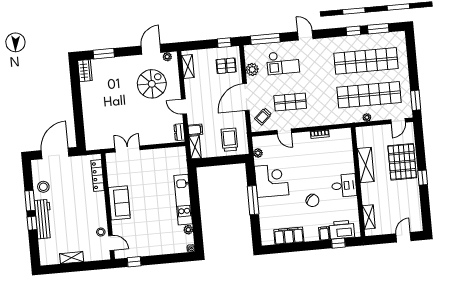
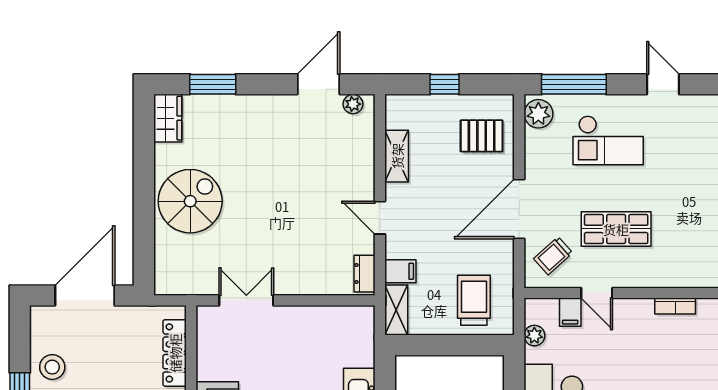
window: (224, 43) -> (445, 84), moved
shelving: (188, 67) -> (397, 156), moved
plant: (252, 70) -> (538, 114), moved
spiral stairs: (152, 84) -> (190, 201), moved
filing cabinet: (273, 141) -> (570, 312), added

